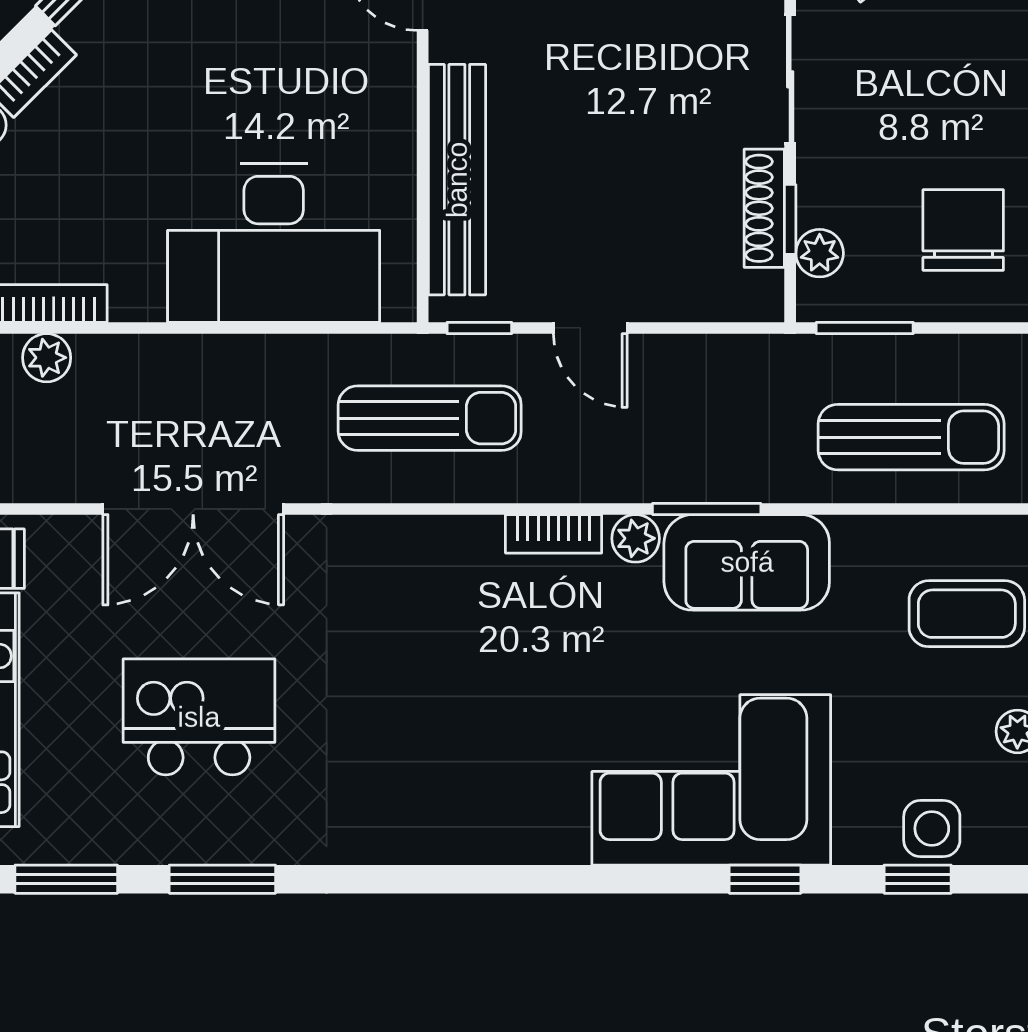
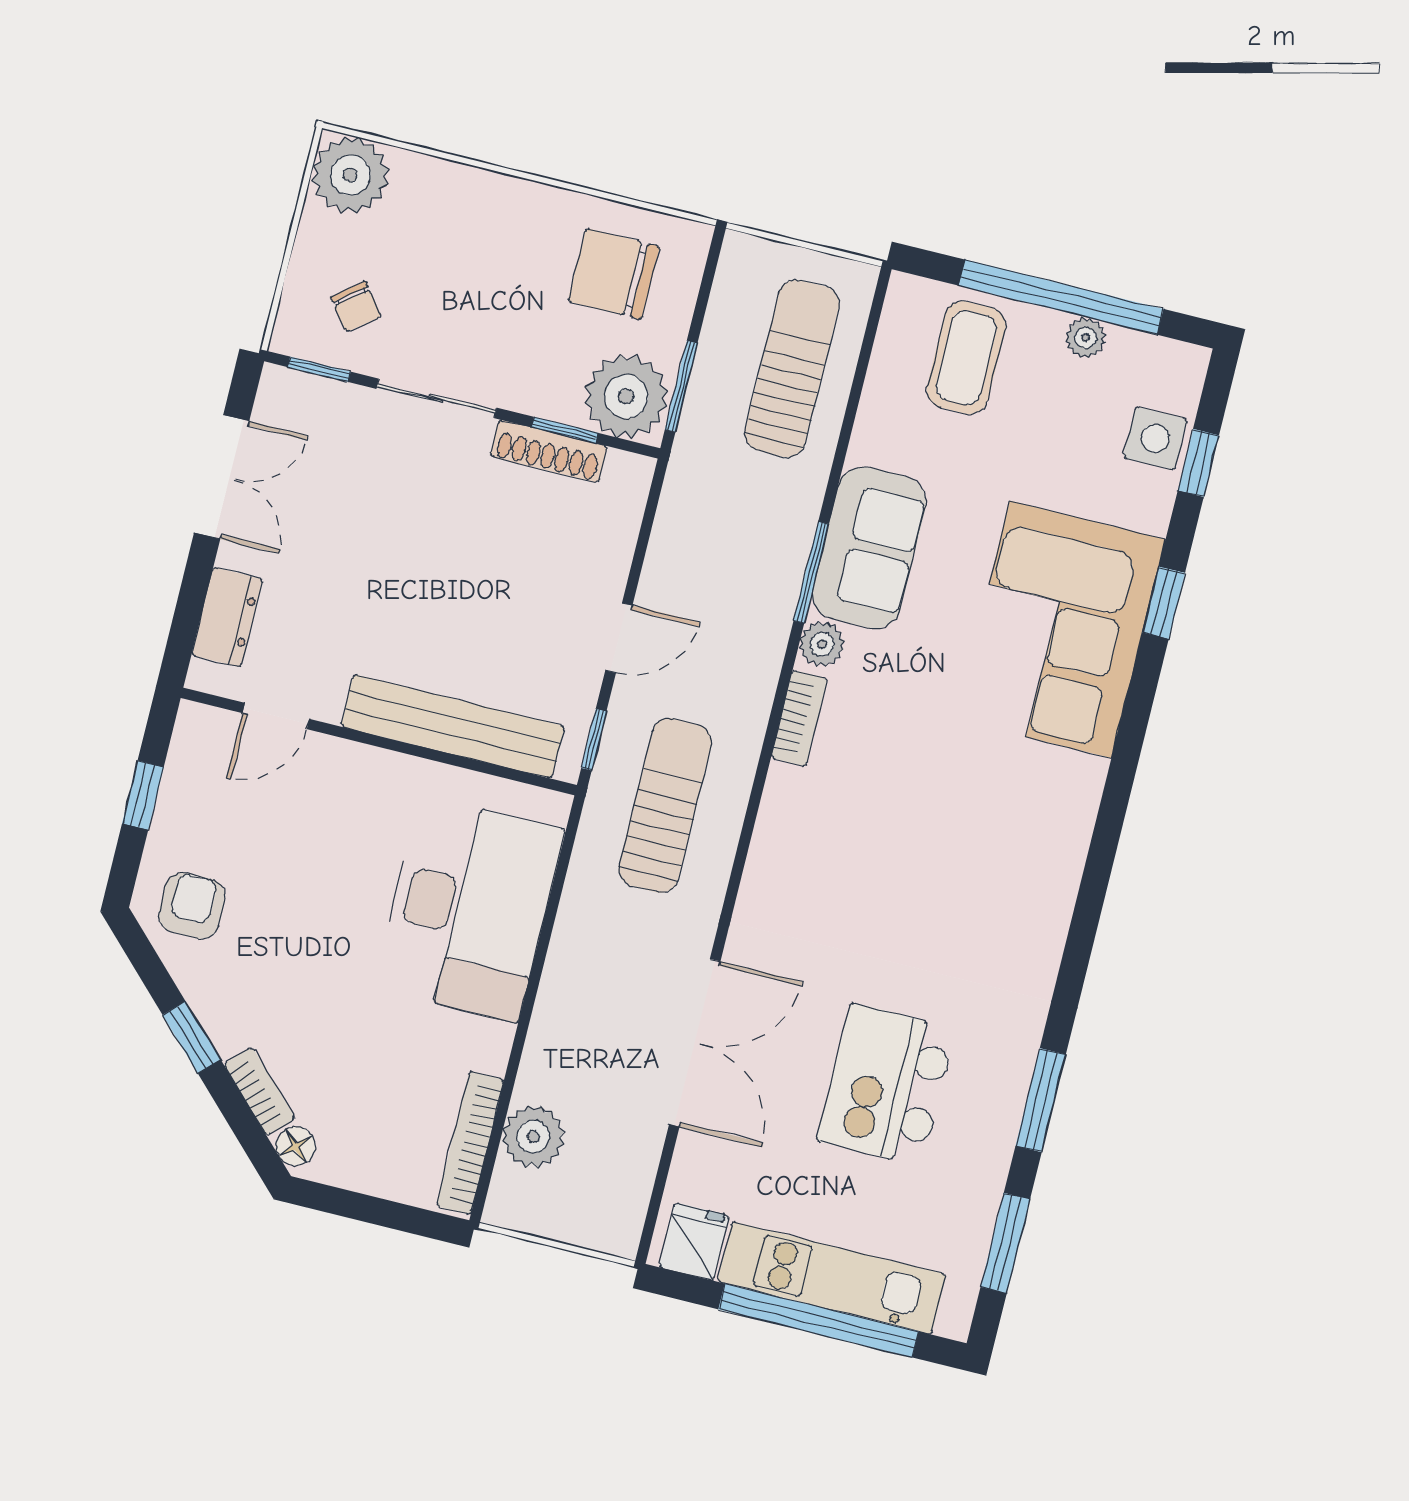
plant: (820, 253) -> (626, 396), width x1.87, depth x1.87
plant: (47, 358) -> (533, 1137), width x1.38, depth x1.38

